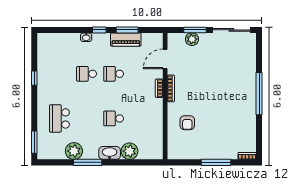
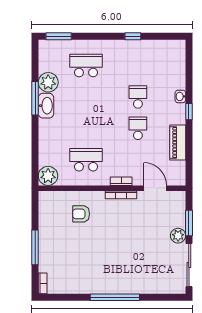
window: (127, 30) -> (189, 144), removed
plant: (192, 39) -> (178, 236), moved
school desk: (114, 118) -> (86, 160), moved, width x1.85
plant: (129, 151) -> (48, 176), moved
washbasin: (110, 153) -> (46, 106), moved

